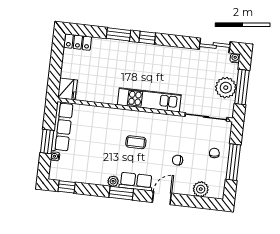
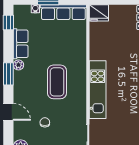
coffee table: (136, 142) -> (57, 82), width x1.86, depth x1.72
row of seats: (136, 182) -> (21, 44), moved

